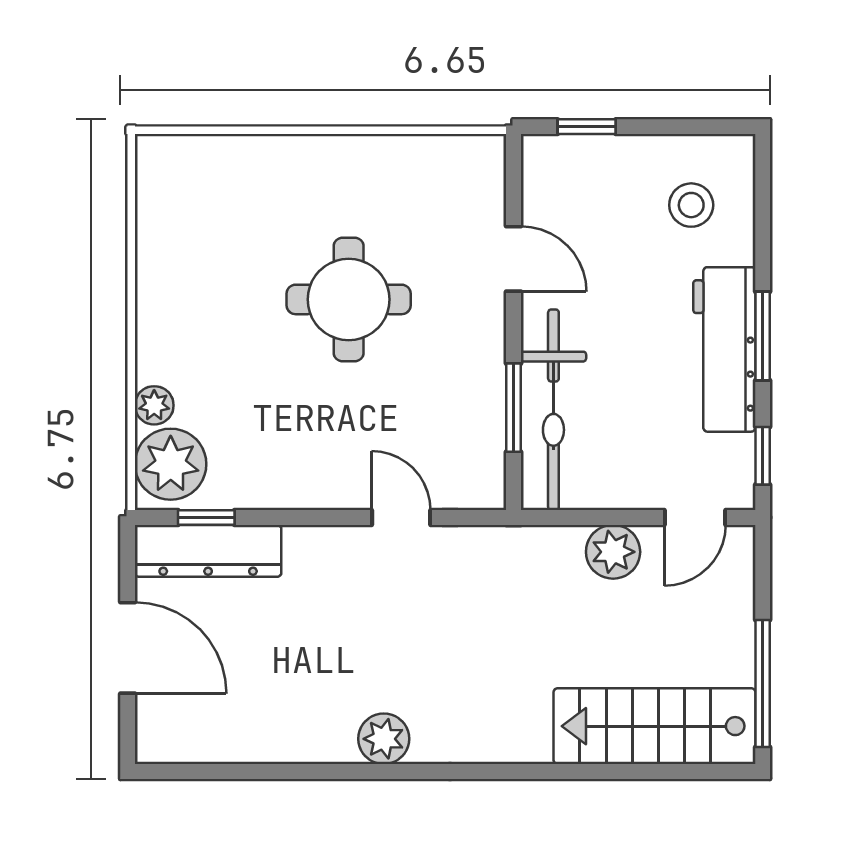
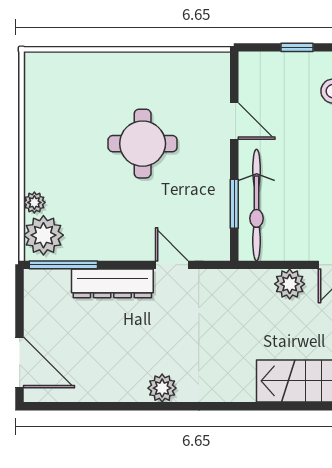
window: (587, 127) -> (297, 47), moved
window: (206, 517) -> (63, 265), width x2.17
dresser: (208, 551) -> (112, 283), moved
door: (128, 648) -> (20, 362), moved

